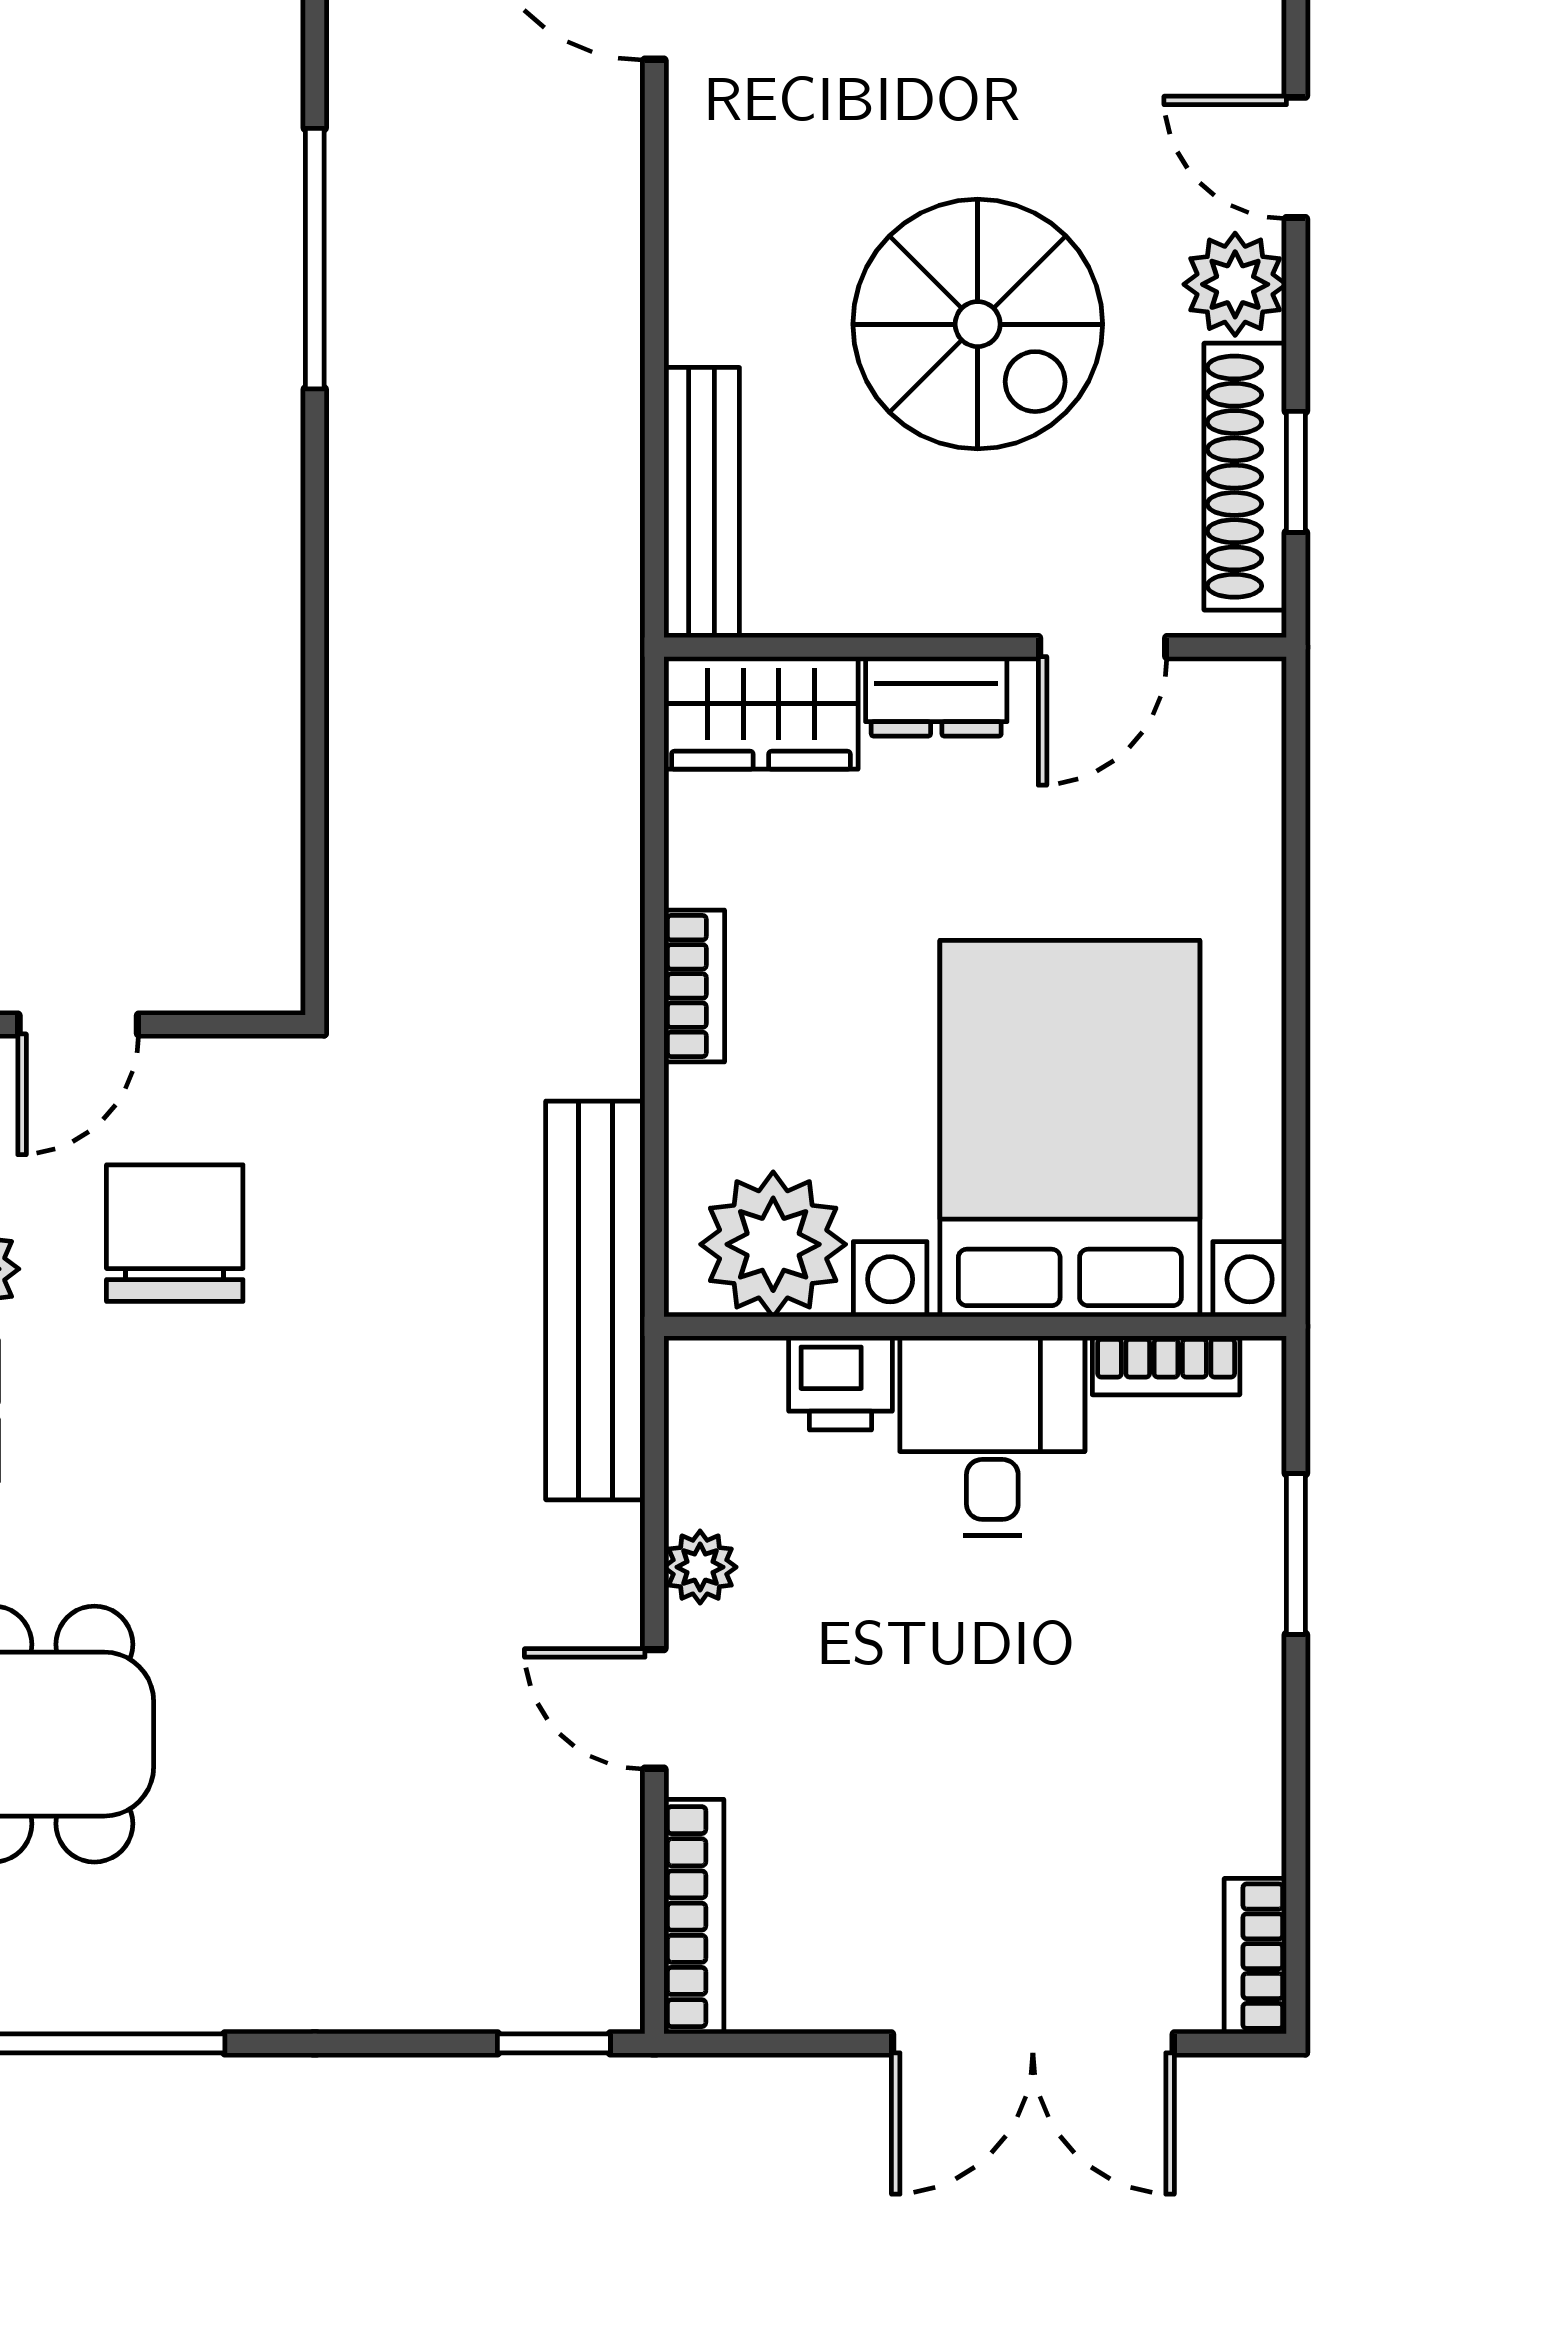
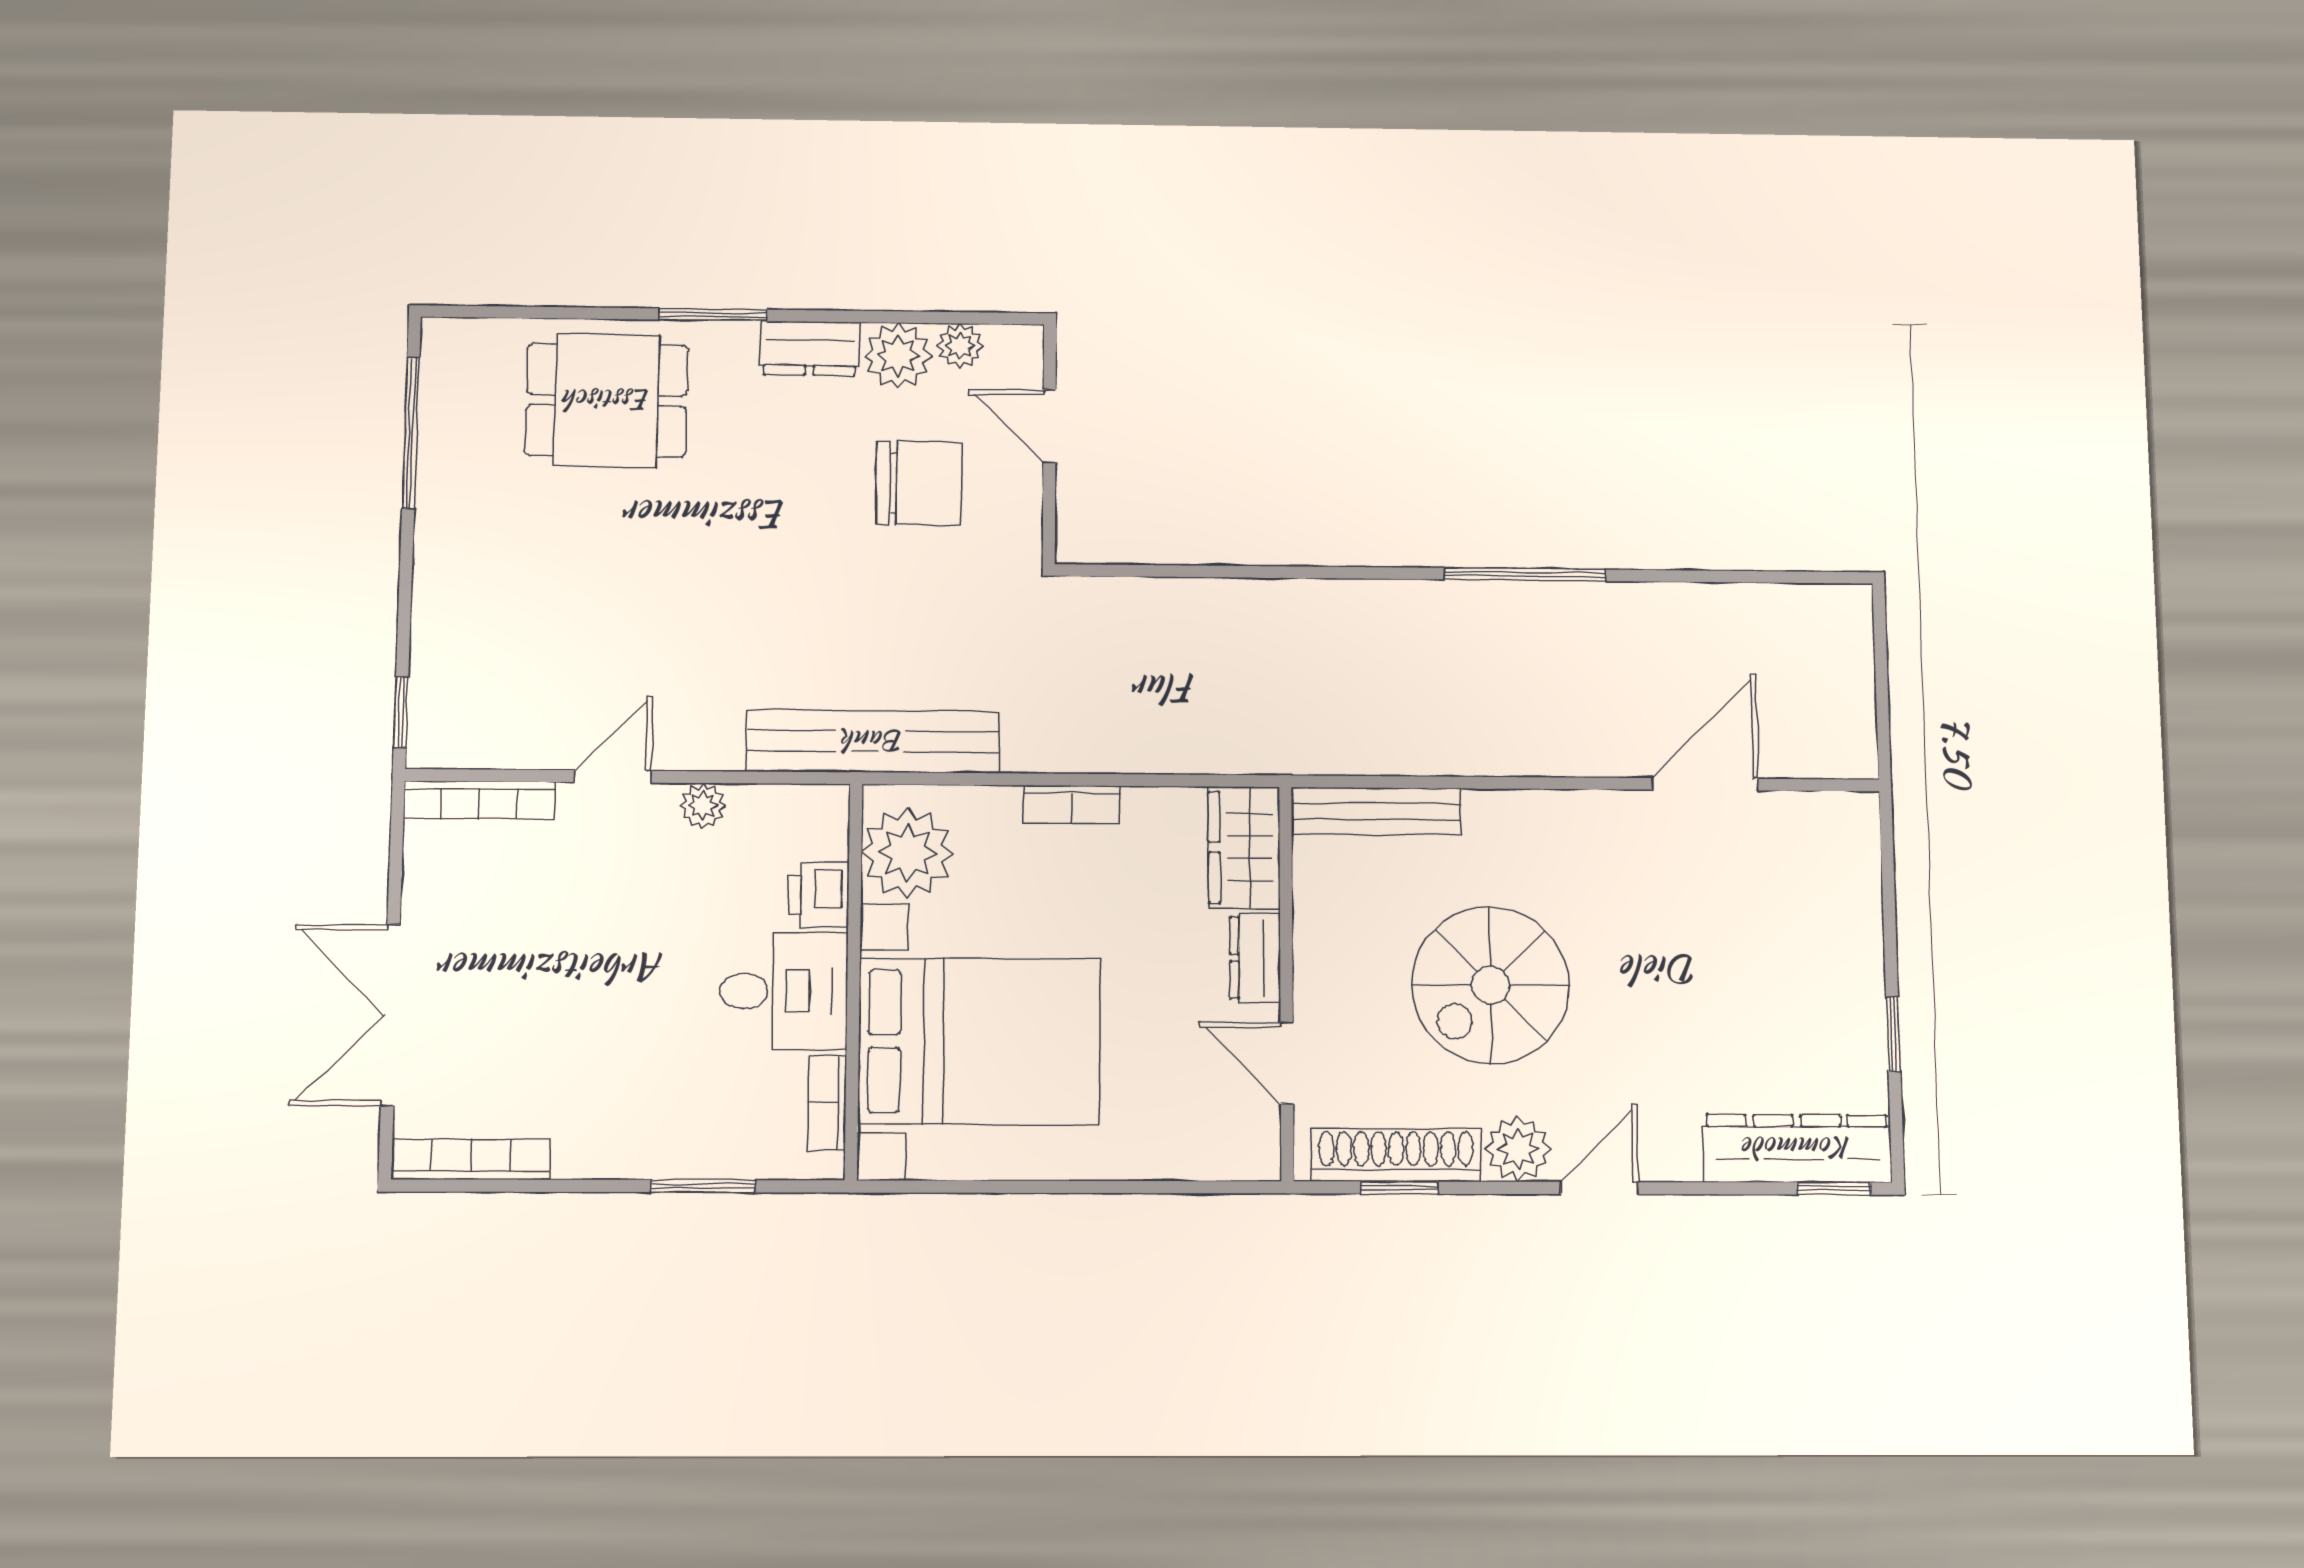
bookcase: (1255, 1956) -> (471, 1159), width x1.56

